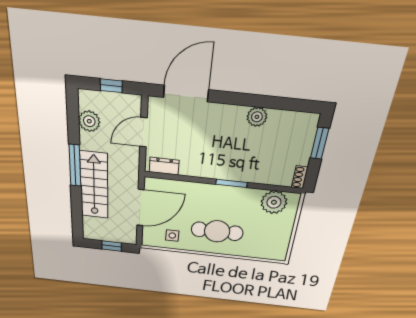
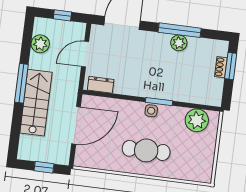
window: (259, 101) -> (180, 30), added
shoe rack: (300, 177) -> (221, 67), moved
side table: (172, 236) -> (151, 111), moved

